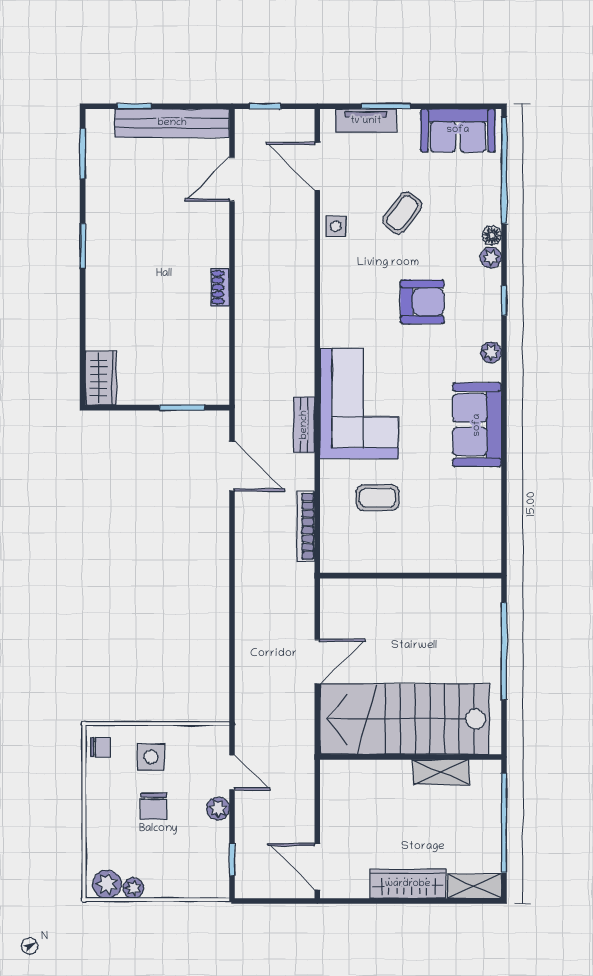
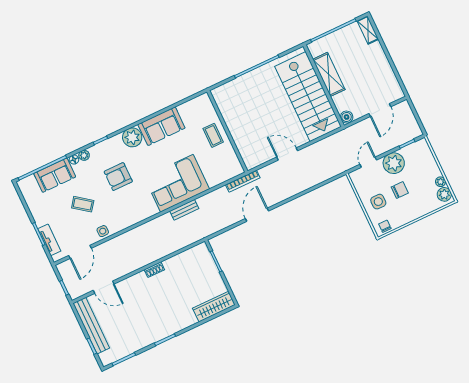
sofa: (458, 130) -> (55, 175), moved, turned 90
armchair: (422, 302) -> (118, 177), turned -90
plant: (491, 352) -> (132, 137), width x1.88, depth x1.88
wardrobe: (101, 378) -> (214, 307), width x1.50
bench: (304, 425) -> (184, 210), moved
door: (232, 466) -> (257, 215), moved
coffee table: (378, 498) -> (213, 135), moved
wall: (411, 576) -> (227, 131), moved
door: (317, 661) -> (287, 154), moved
boiler: (334, 772) -> (347, 117), added
shelving: (441, 772) -> (329, 74), width x1.50, depth x1.33
plant: (218, 808) -> (394, 163), width x1.87, depth x1.87
door: (317, 867) -> (380, 110), moved
wardrobe: (408, 884) -> (381, 60), removed

